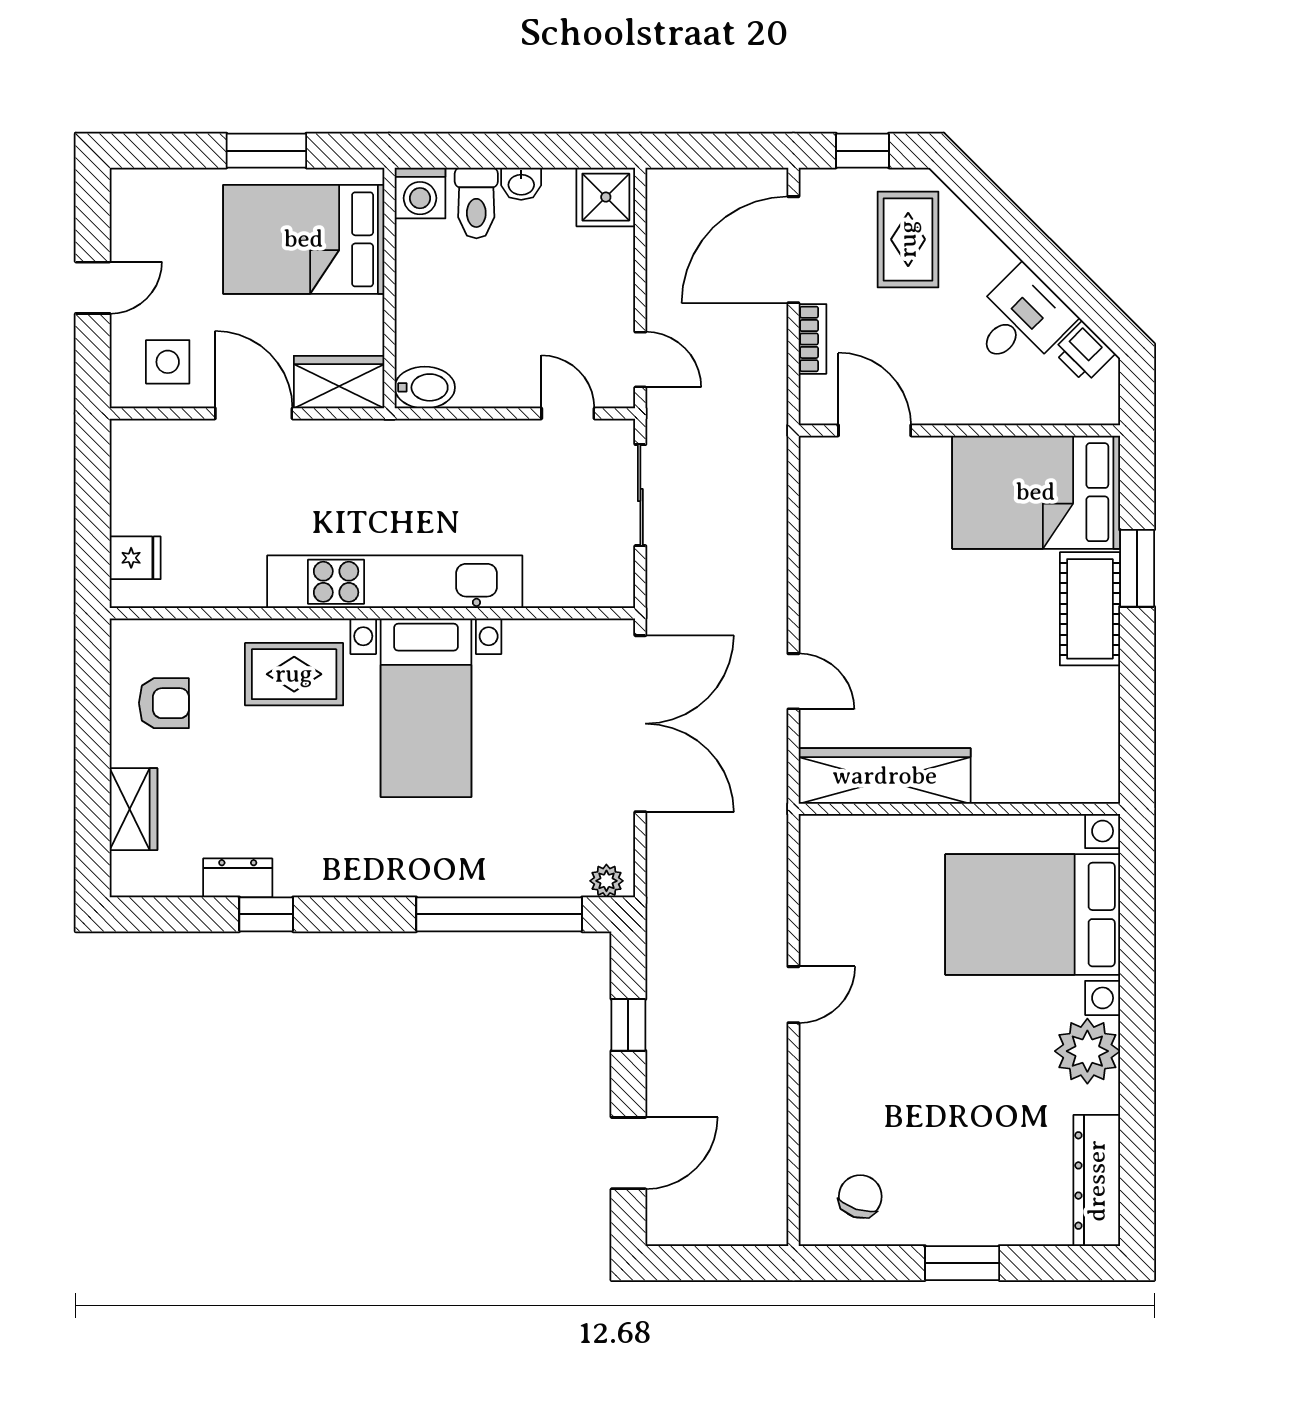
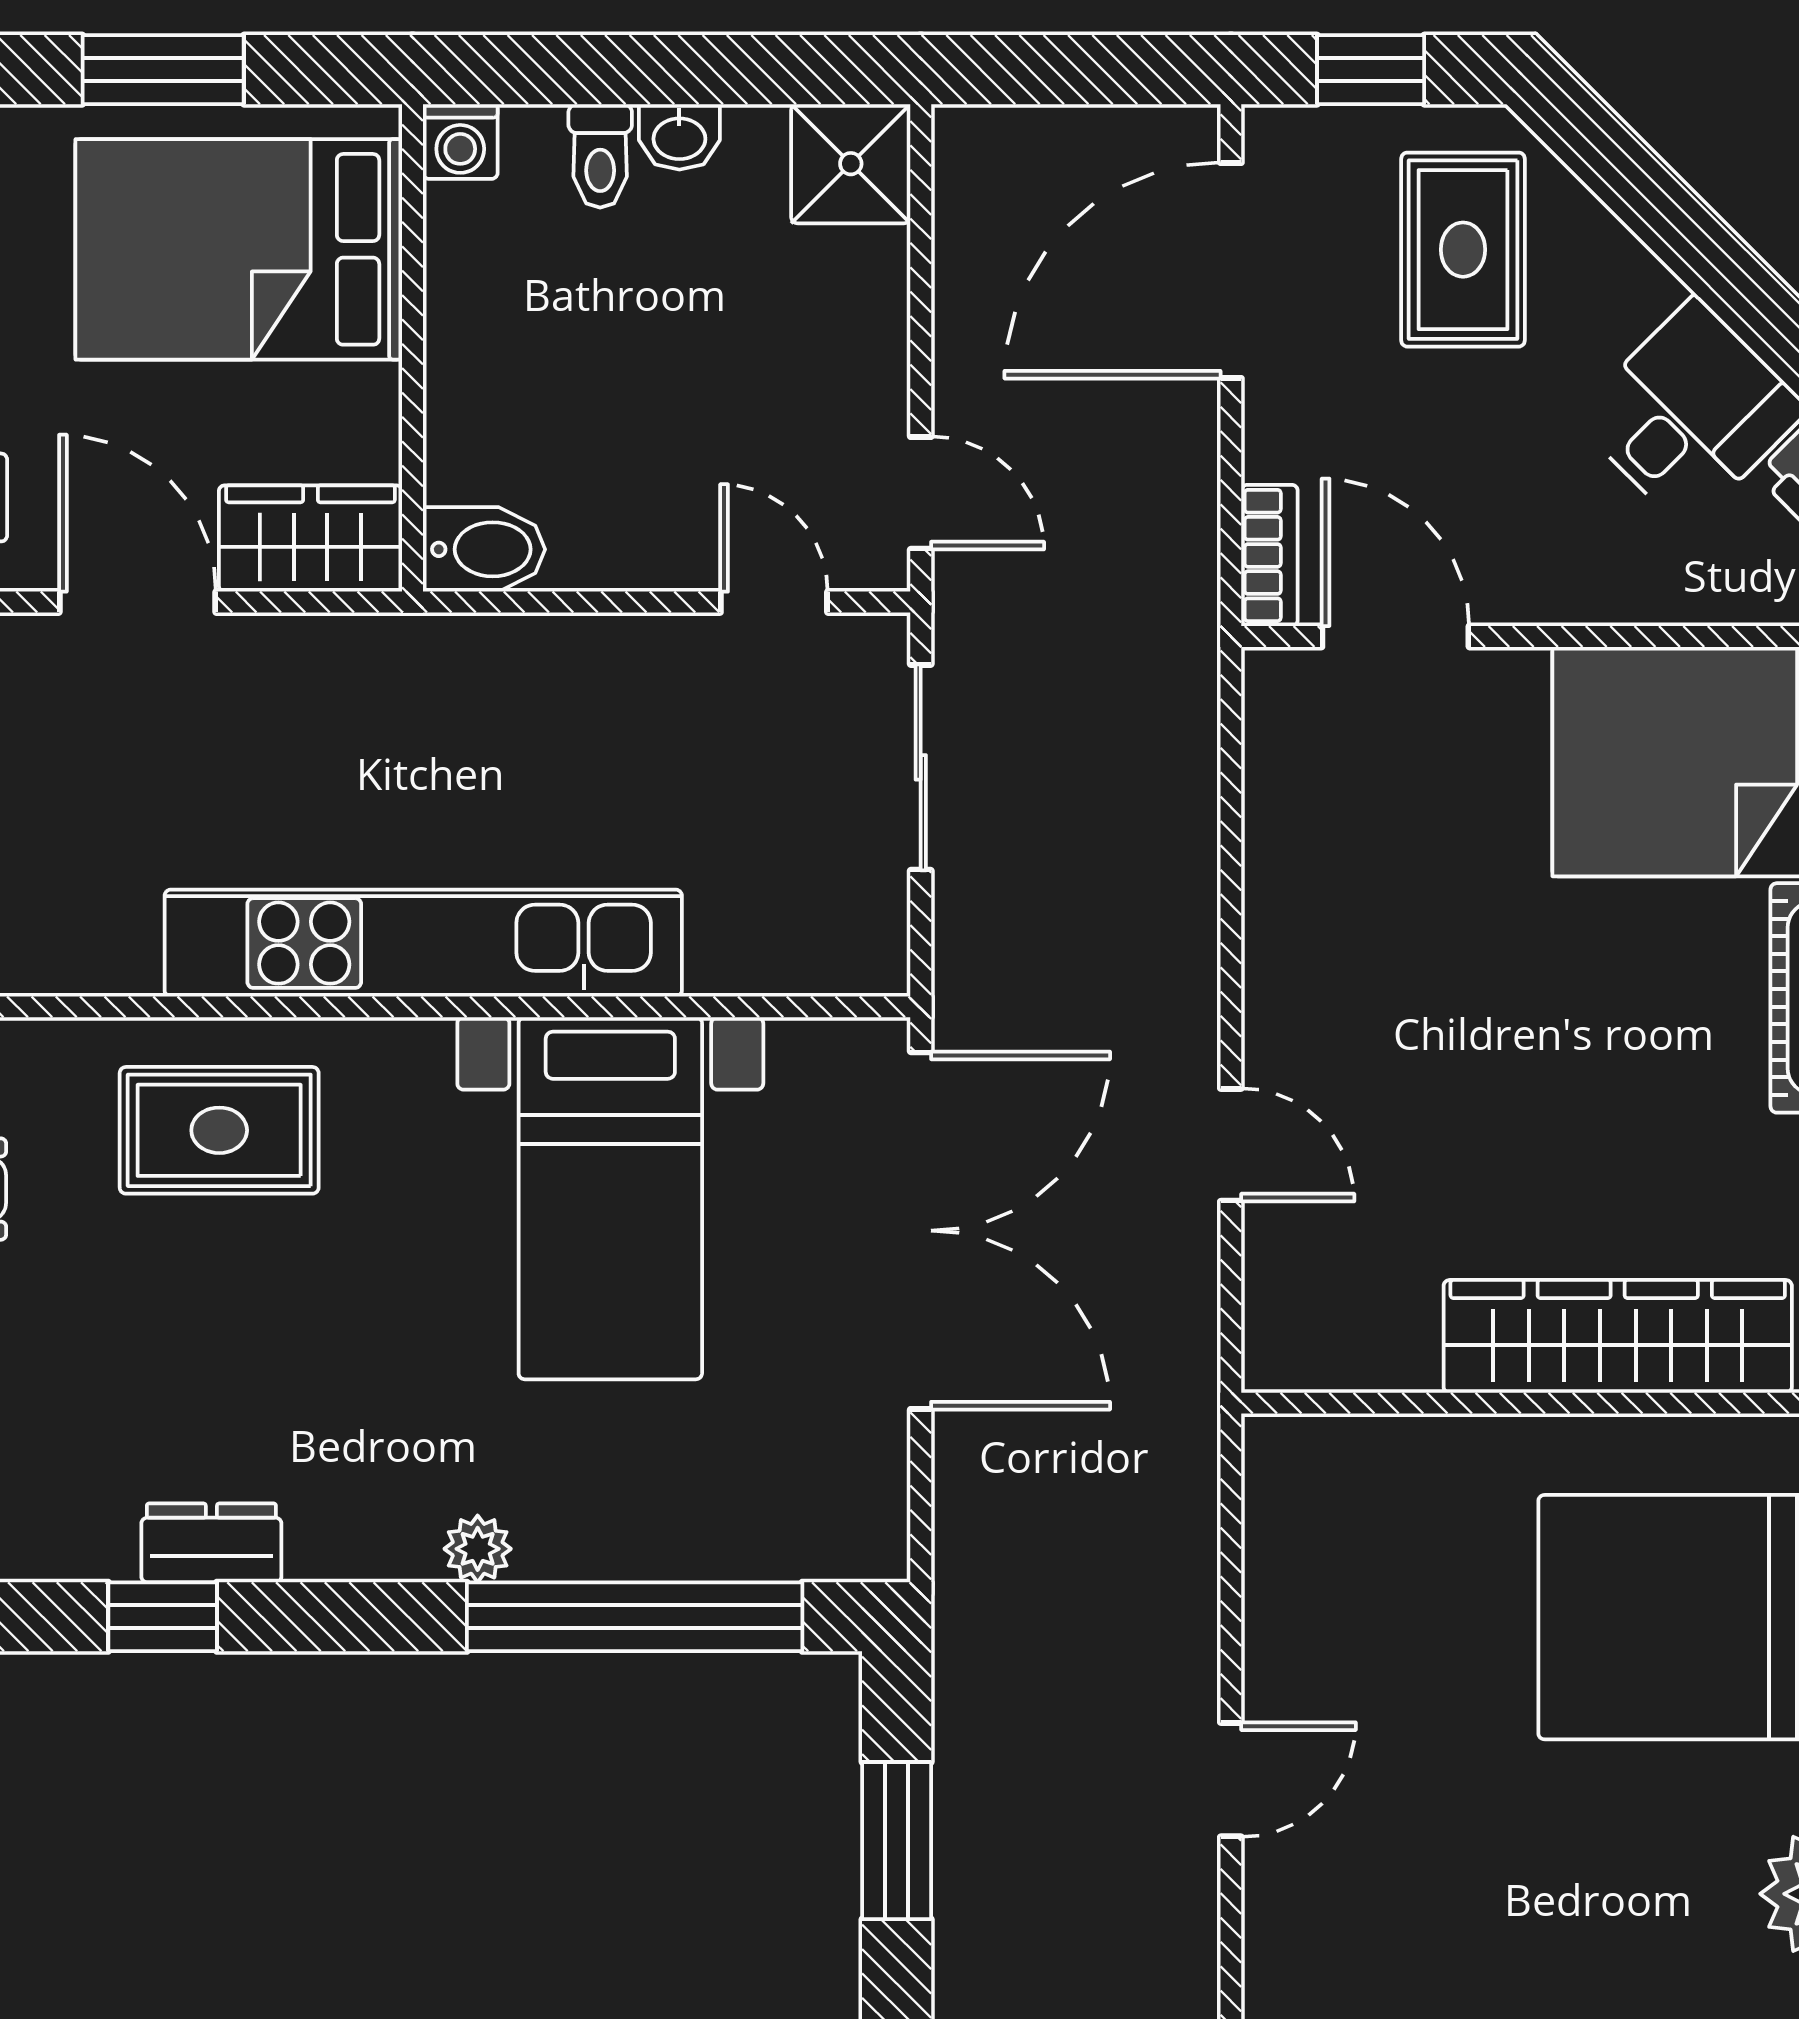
washing machine: (420, 193) -> (460, 141), width x0.73, depth x0.73
toilet: (476, 203) -> (600, 156), width x0.73, depth x0.72
bookcase: (812, 339) -> (1269, 555), moved
bed with nightstands: (426, 708) -> (610, 1198), moved
wardrobe: (885, 776) -> (1618, 1336), moved
dresser: (238, 878) -> (211, 1543), moved
plant: (606, 881) -> (478, 1549), moved
window: (628, 1025) -> (897, 1841), width x1.50

